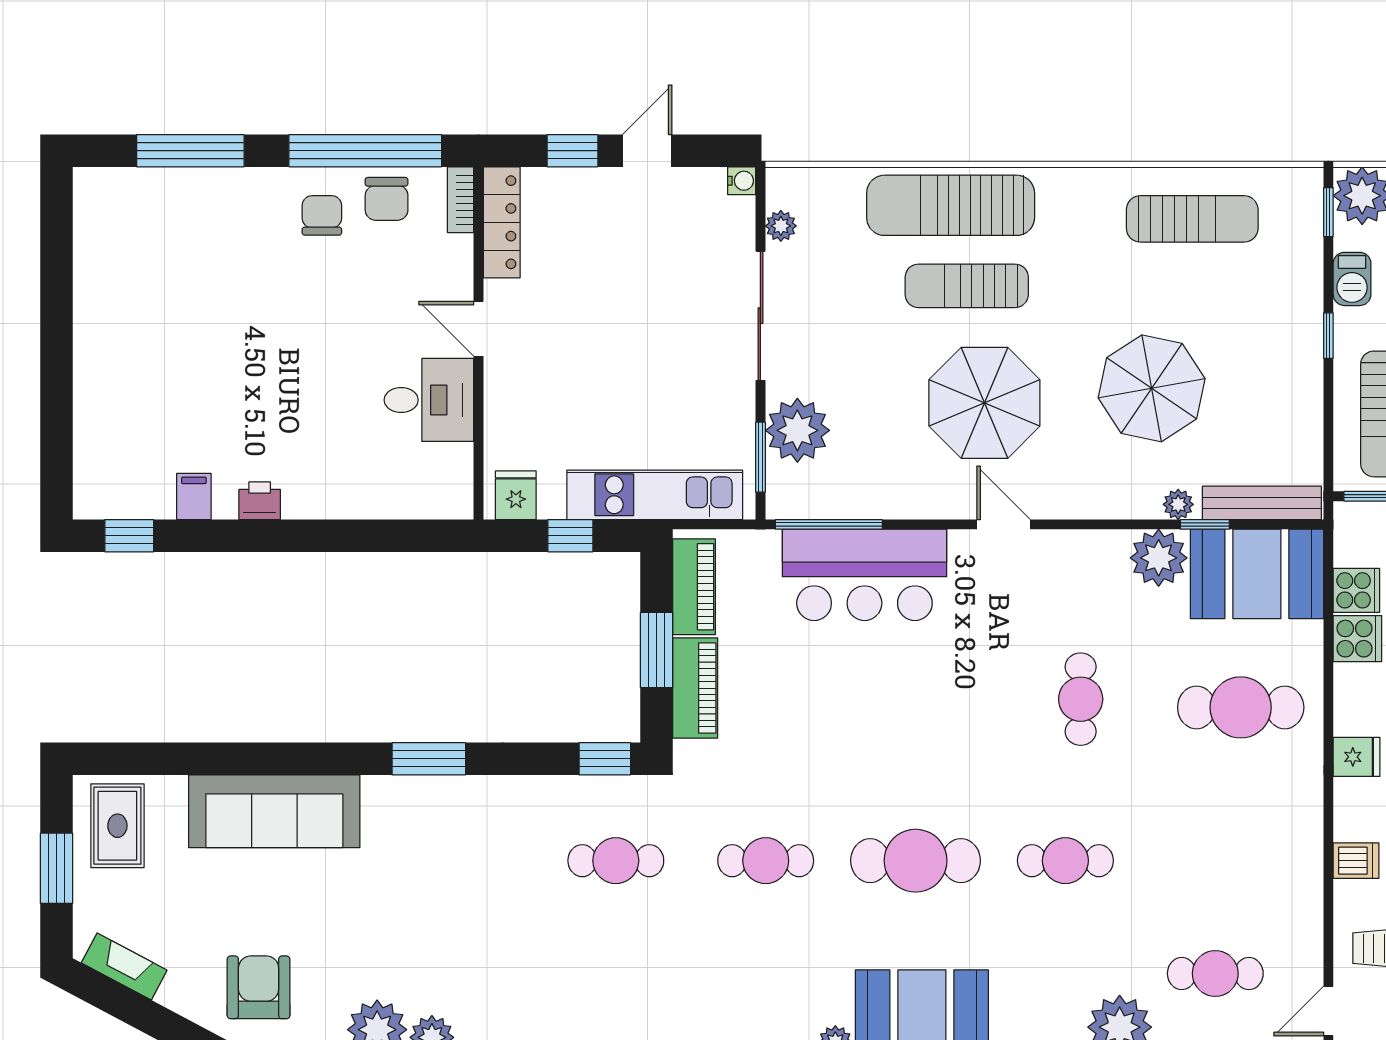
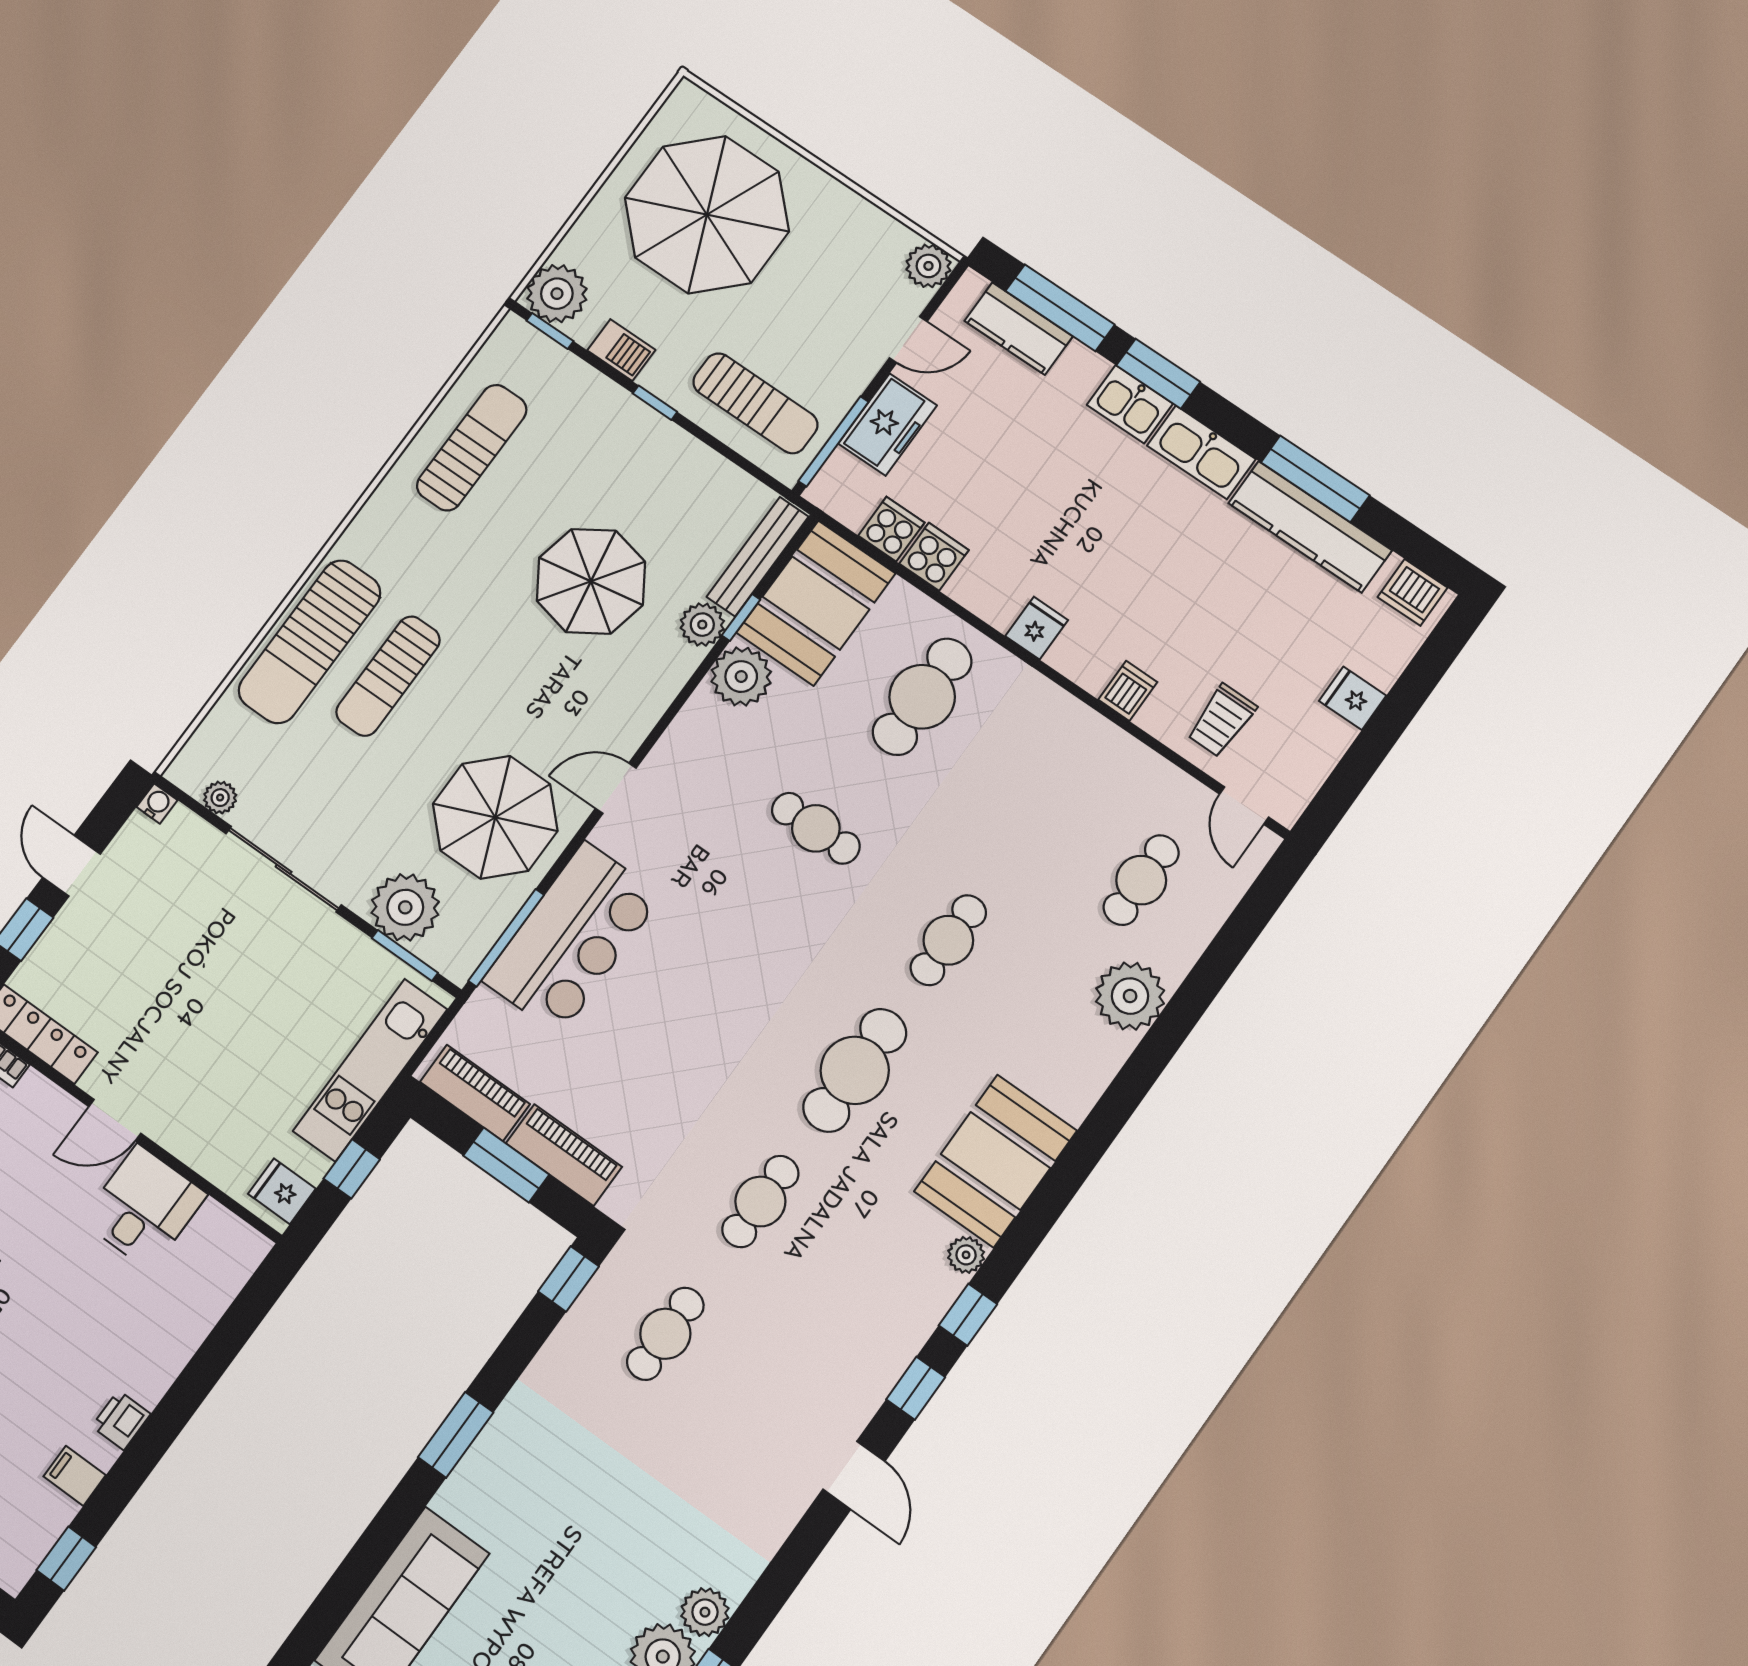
parasol: (984, 403) -> (495, 817), moved
plant: (1178, 504) -> (702, 625), width x1.38, depth x1.38

